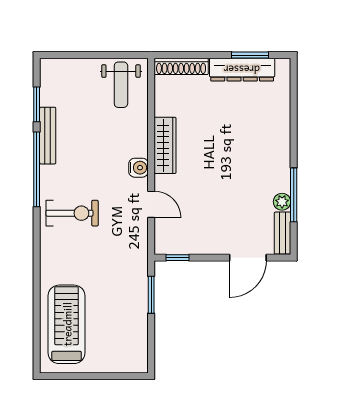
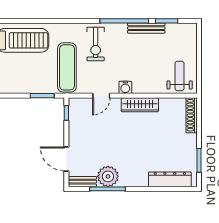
dresser: (242, 70) -> (170, 179), moved, turned 90
weight bench: (121, 85) -> (180, 76), turned 90
plant: (282, 202) -> (108, 176), width x1.88, depth x1.88
exercise mat: (108, 257) -> (67, 67), added

